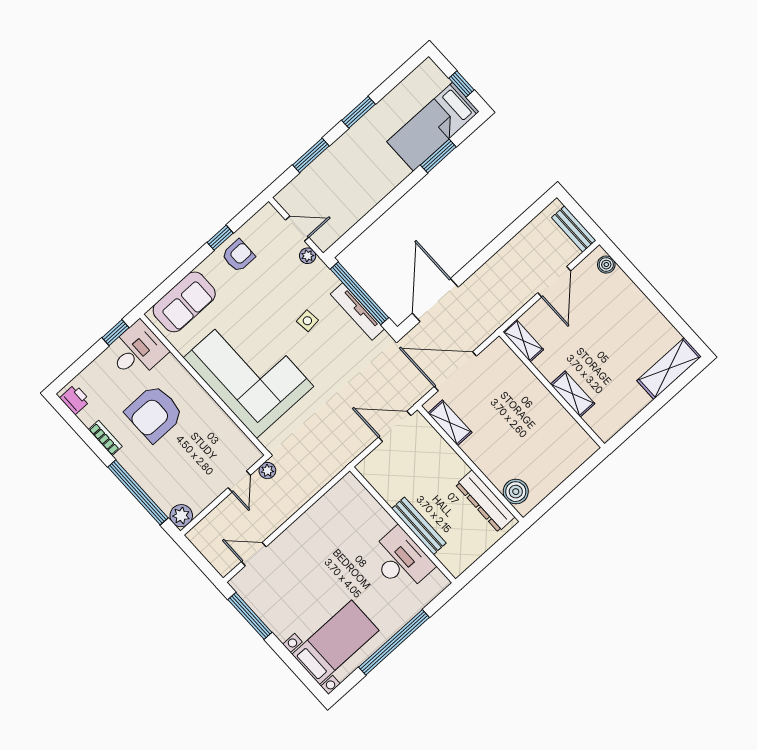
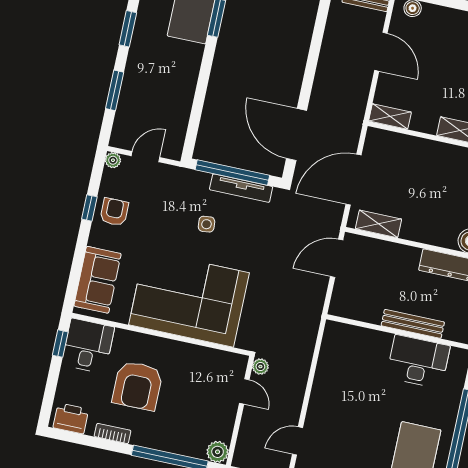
plant: (308, 256) -> (113, 160), moved
printer: (75, 399) -> (71, 418), width x1.36, depth x1.24

